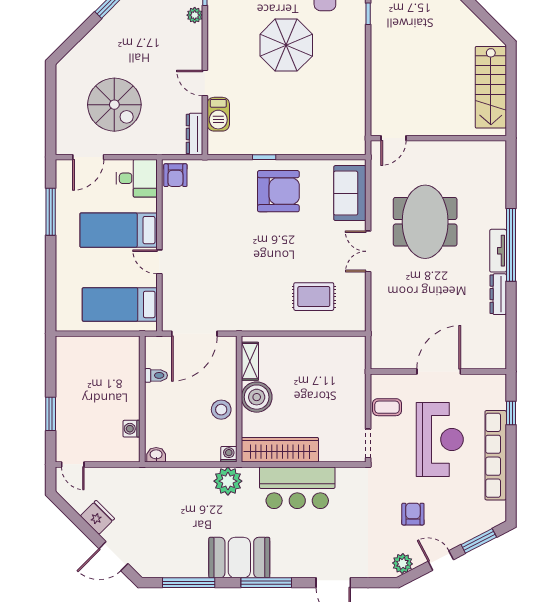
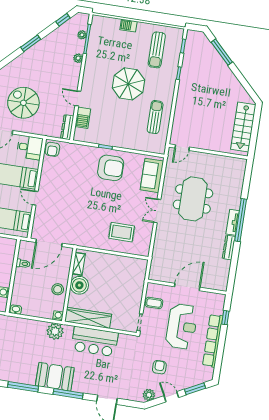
sun lounger: (340, 94) -> (155, 117), added
spiral stairs: (114, 105) -> (23, 103), turned 180

